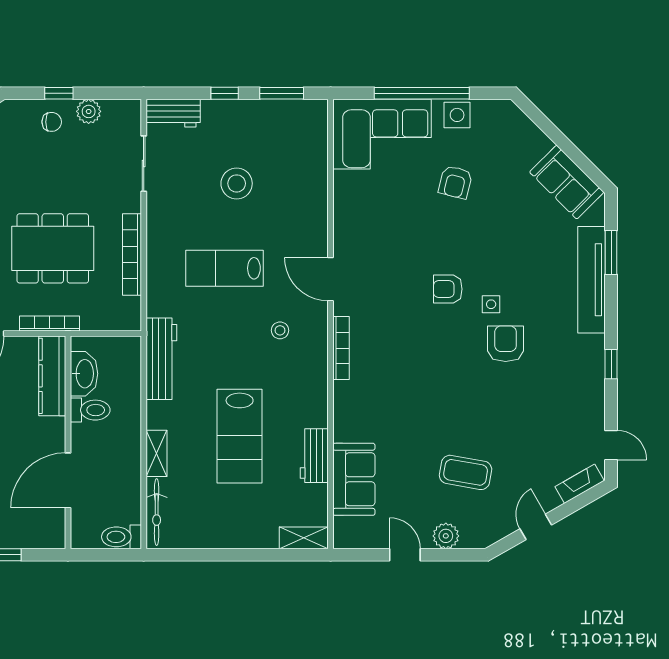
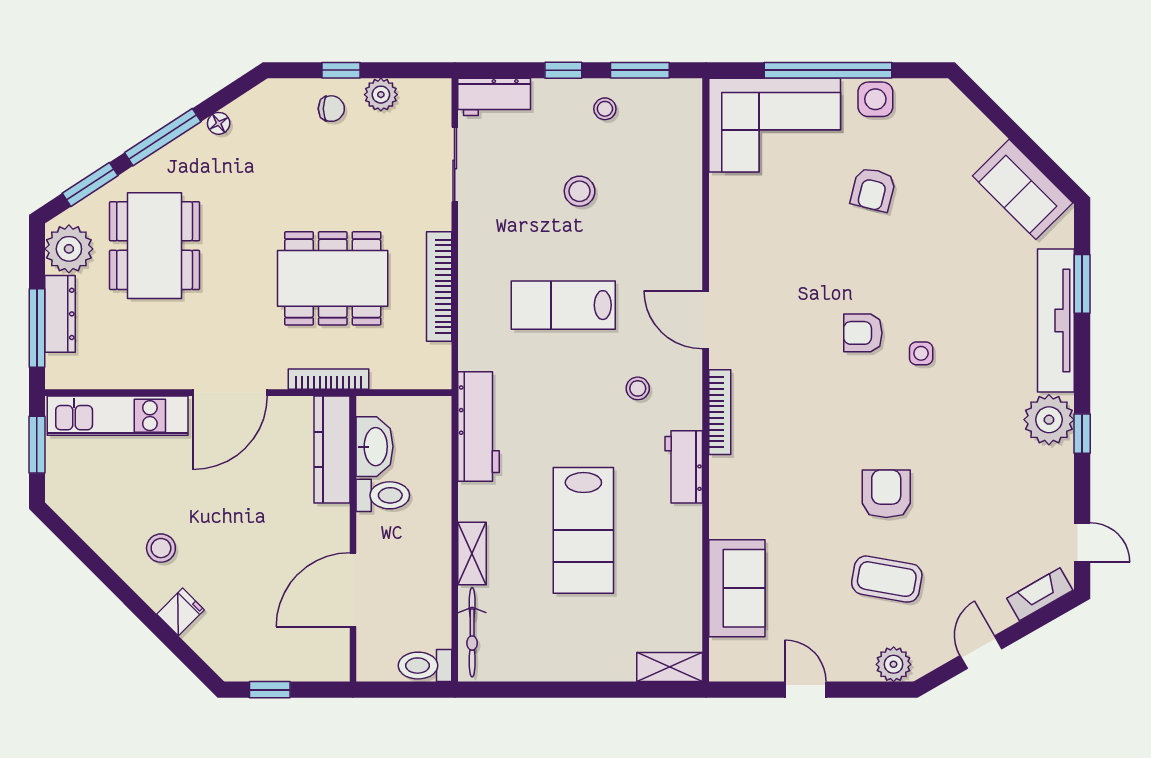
stool: (256, 122) -> (605, 109), added
stool: (237, 183) -> (580, 191), width x0.73, depth x0.73
armchair: (506, 344) -> (886, 494), moved
plant: (586, 354) -> (1049, 420), added
workbench: (314, 456) -> (684, 467), moved
plant: (446, 536) -> (894, 664), moved

